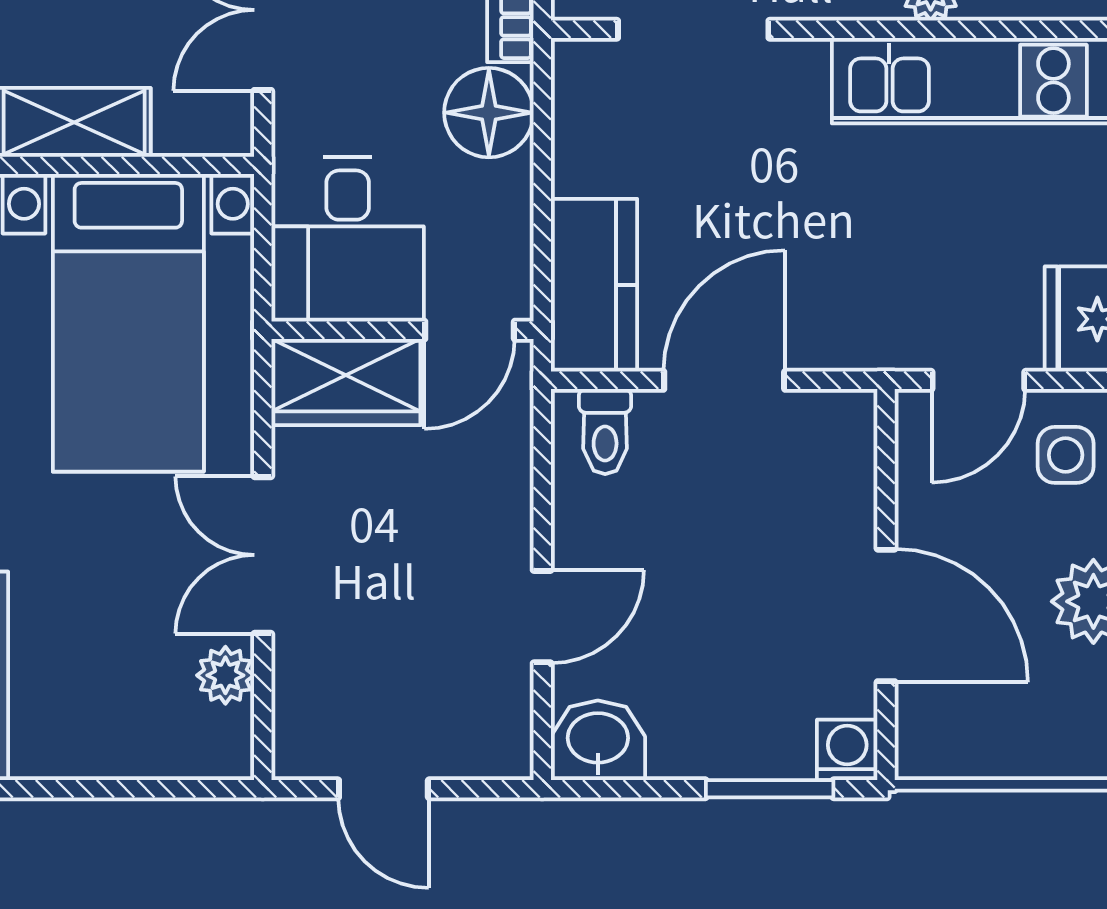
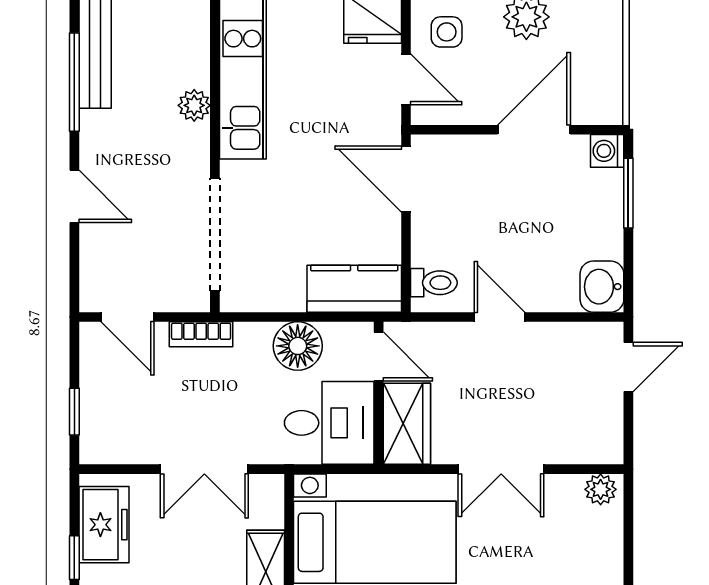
doorway: (693, 29) -> (215, 235), width x1.36
floor lamp: (489, 113) -> (298, 346), moved
door: (724, 380) -> (406, 179), moved
door: (542, 617) -> (499, 317), moved
plant: (225, 675) -> (601, 489), moved
door: (383, 789) -> (628, 367), moved

